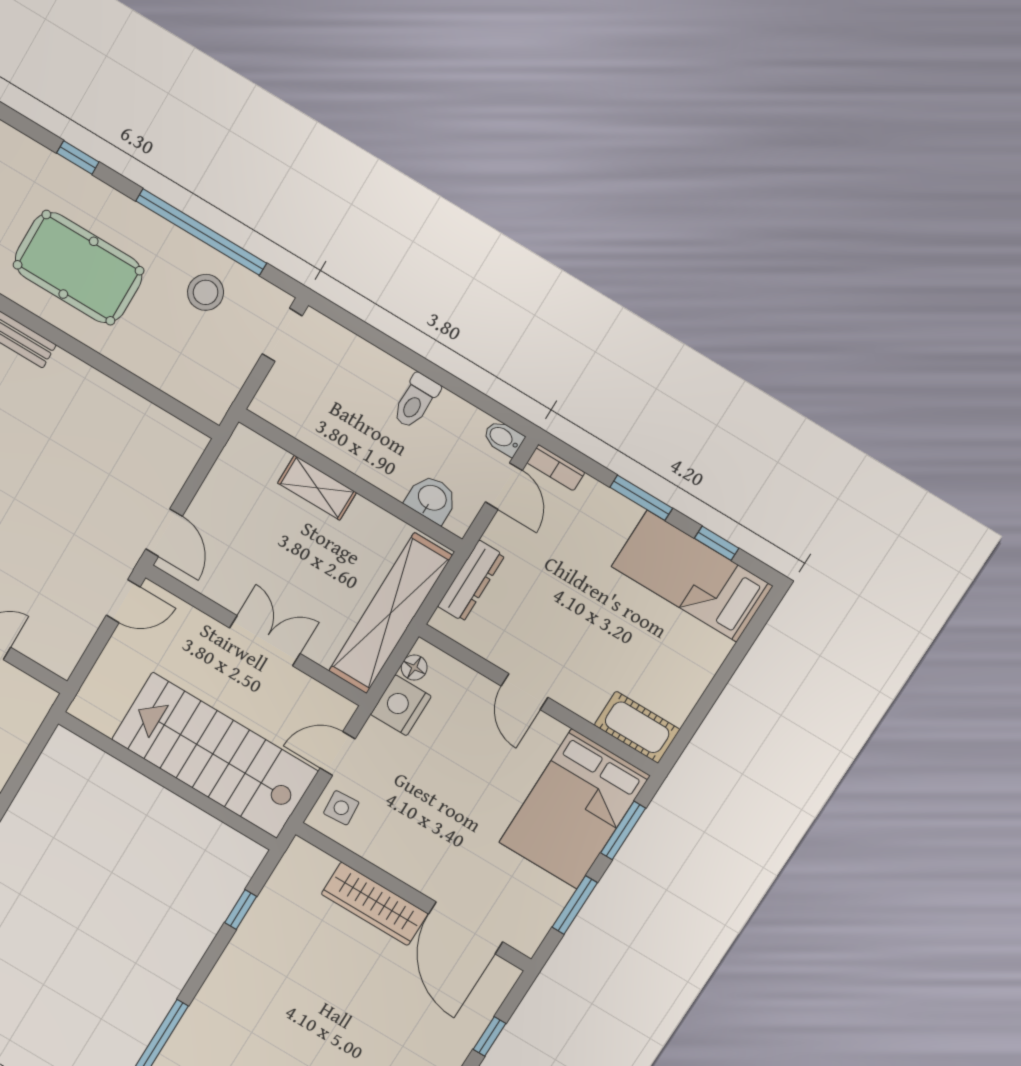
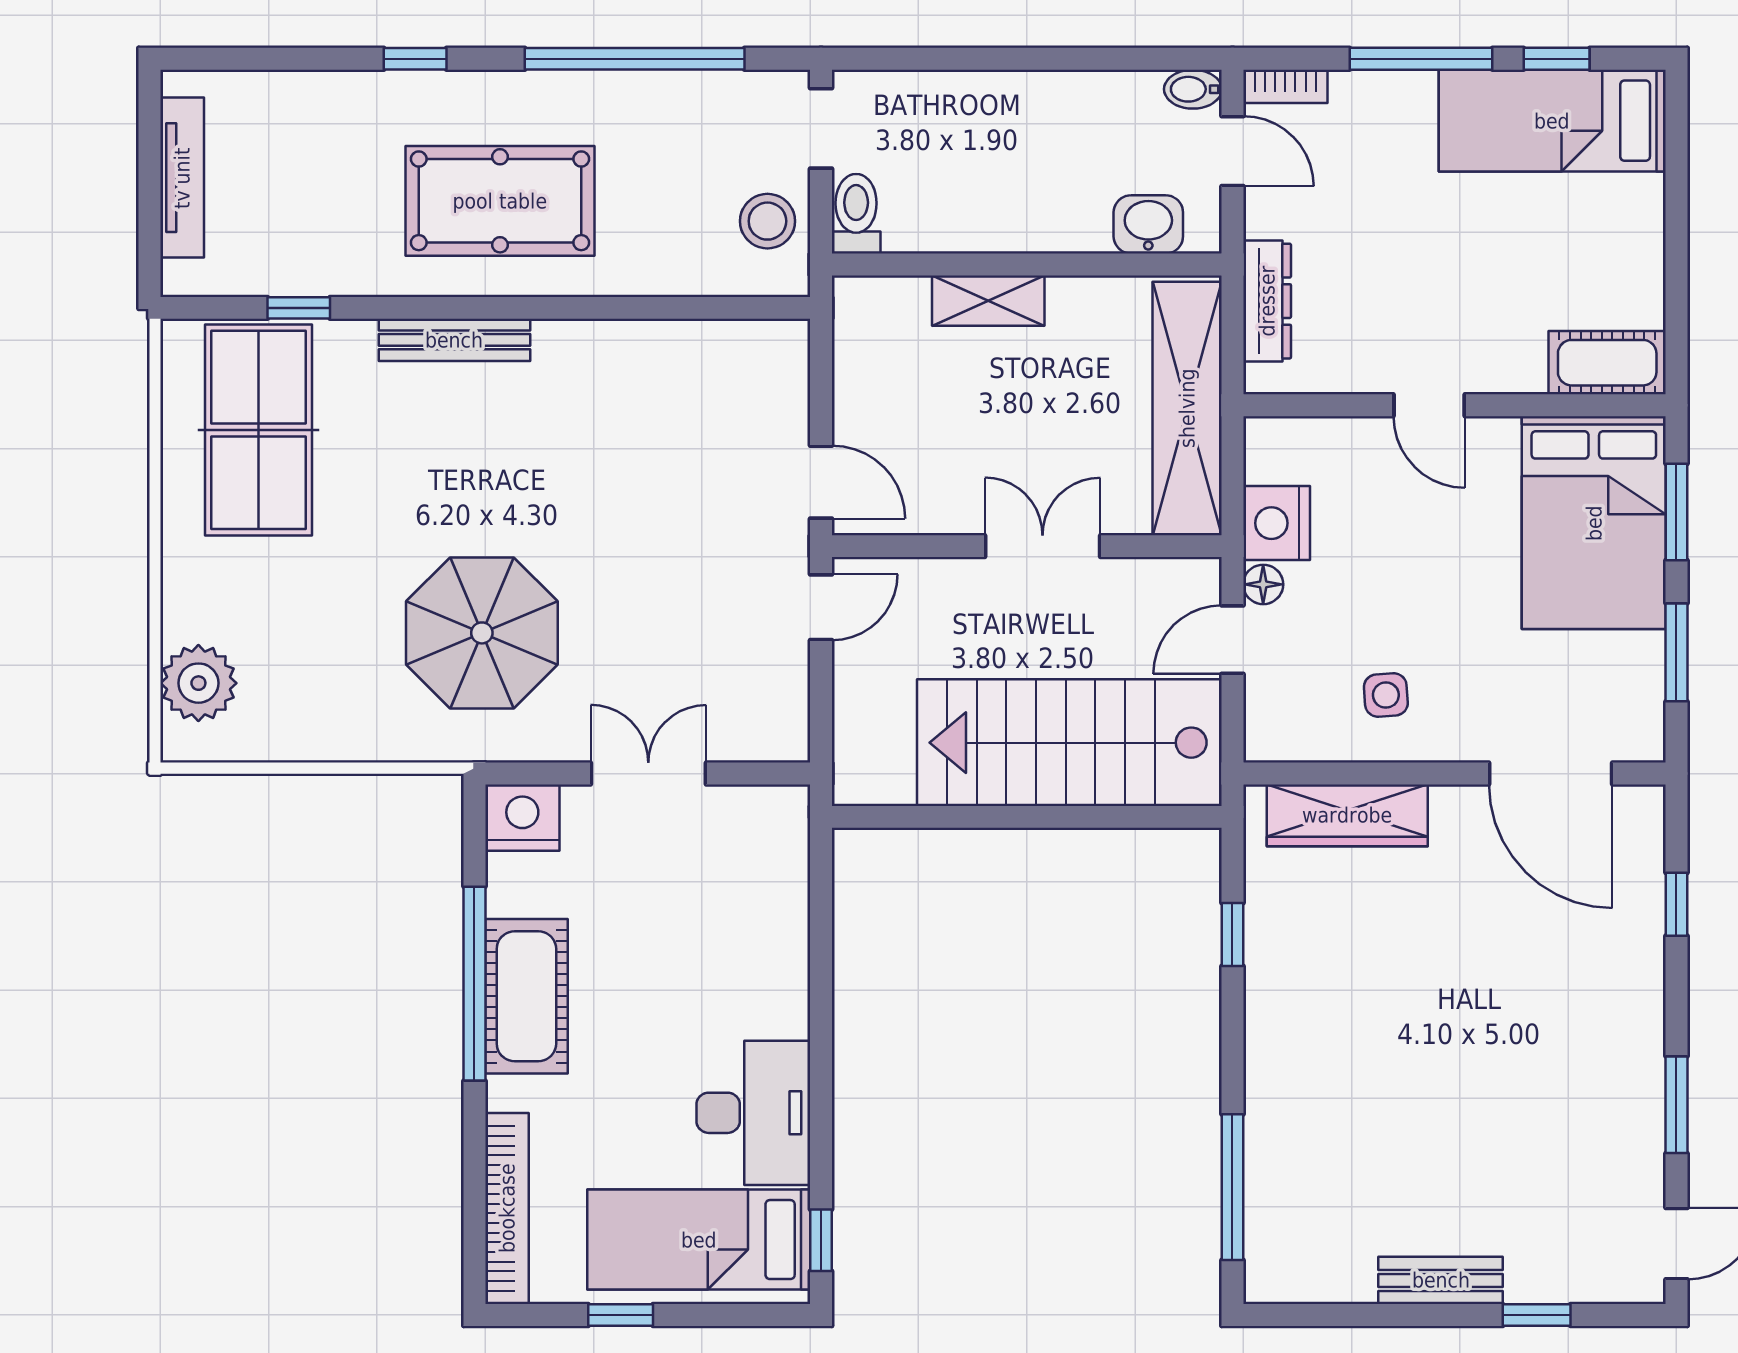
stool: (206, 292) -> (767, 221), moved
toilet: (416, 401) -> (856, 214), moved, turned 180
window: (641, 498) -> (1421, 59), width x1.44
floor lamp: (414, 668) -> (1263, 584), moved
side table: (341, 808) -> (1386, 695), moved
wardrobe: (375, 904) -> (1347, 815), moved

